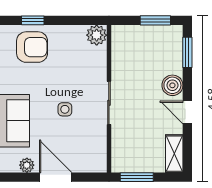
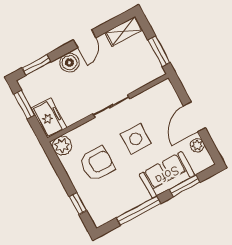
freezer: (130, 37) -> (49, 118), added
armchair: (32, 47) -> (97, 163), moved, turned 90
side table: (65, 109) -> (136, 139), width x1.87, depth x1.87

